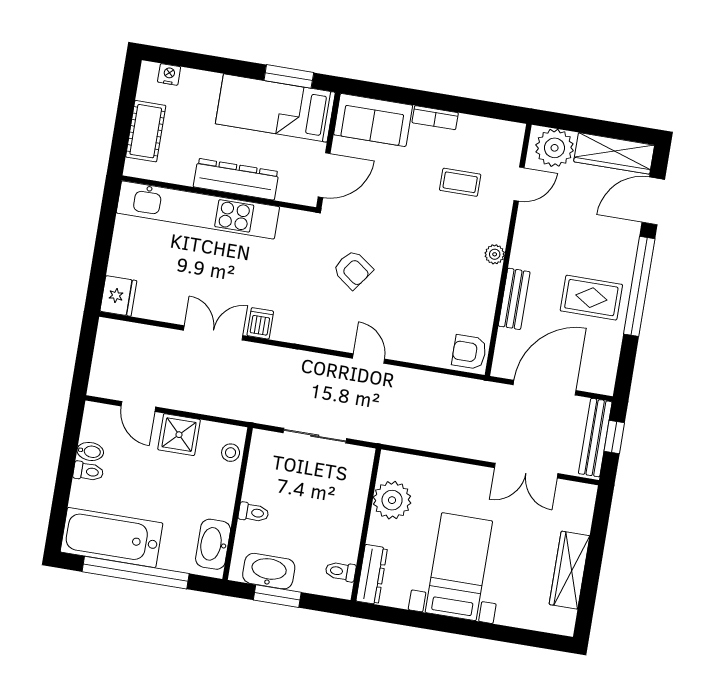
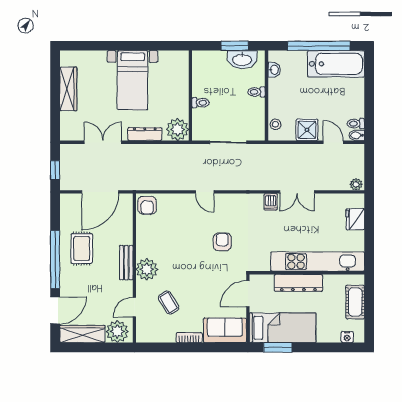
coffee table: (460, 182) -> (169, 303), turned 59
plant: (495, 254) -> (147, 269), width x1.88, depth x1.88
armchair: (353, 270) -> (222, 242), turned 54
fridge: (118, 296) -> (355, 219), moved
rug: (591, 298) -> (82, 248), turned 90
bench: (514, 299) -> (126, 263), moved
plant: (112, 329) -> (356, 184), added
armchair: (469, 352) -> (147, 205), turned 90
bench: (595, 438) -> (66, 168), removed
bidet: (90, 451) -> (357, 135), moved
toilet: (88, 471) -> (356, 124), moved
plant: (392, 500) -> (178, 129), moved
washbasin: (213, 544) -> (274, 70), width x0.52, depth x0.69
toilet: (341, 571) -> (201, 103), moved
dresser: (372, 574) -> (145, 134), moved, turned 90

